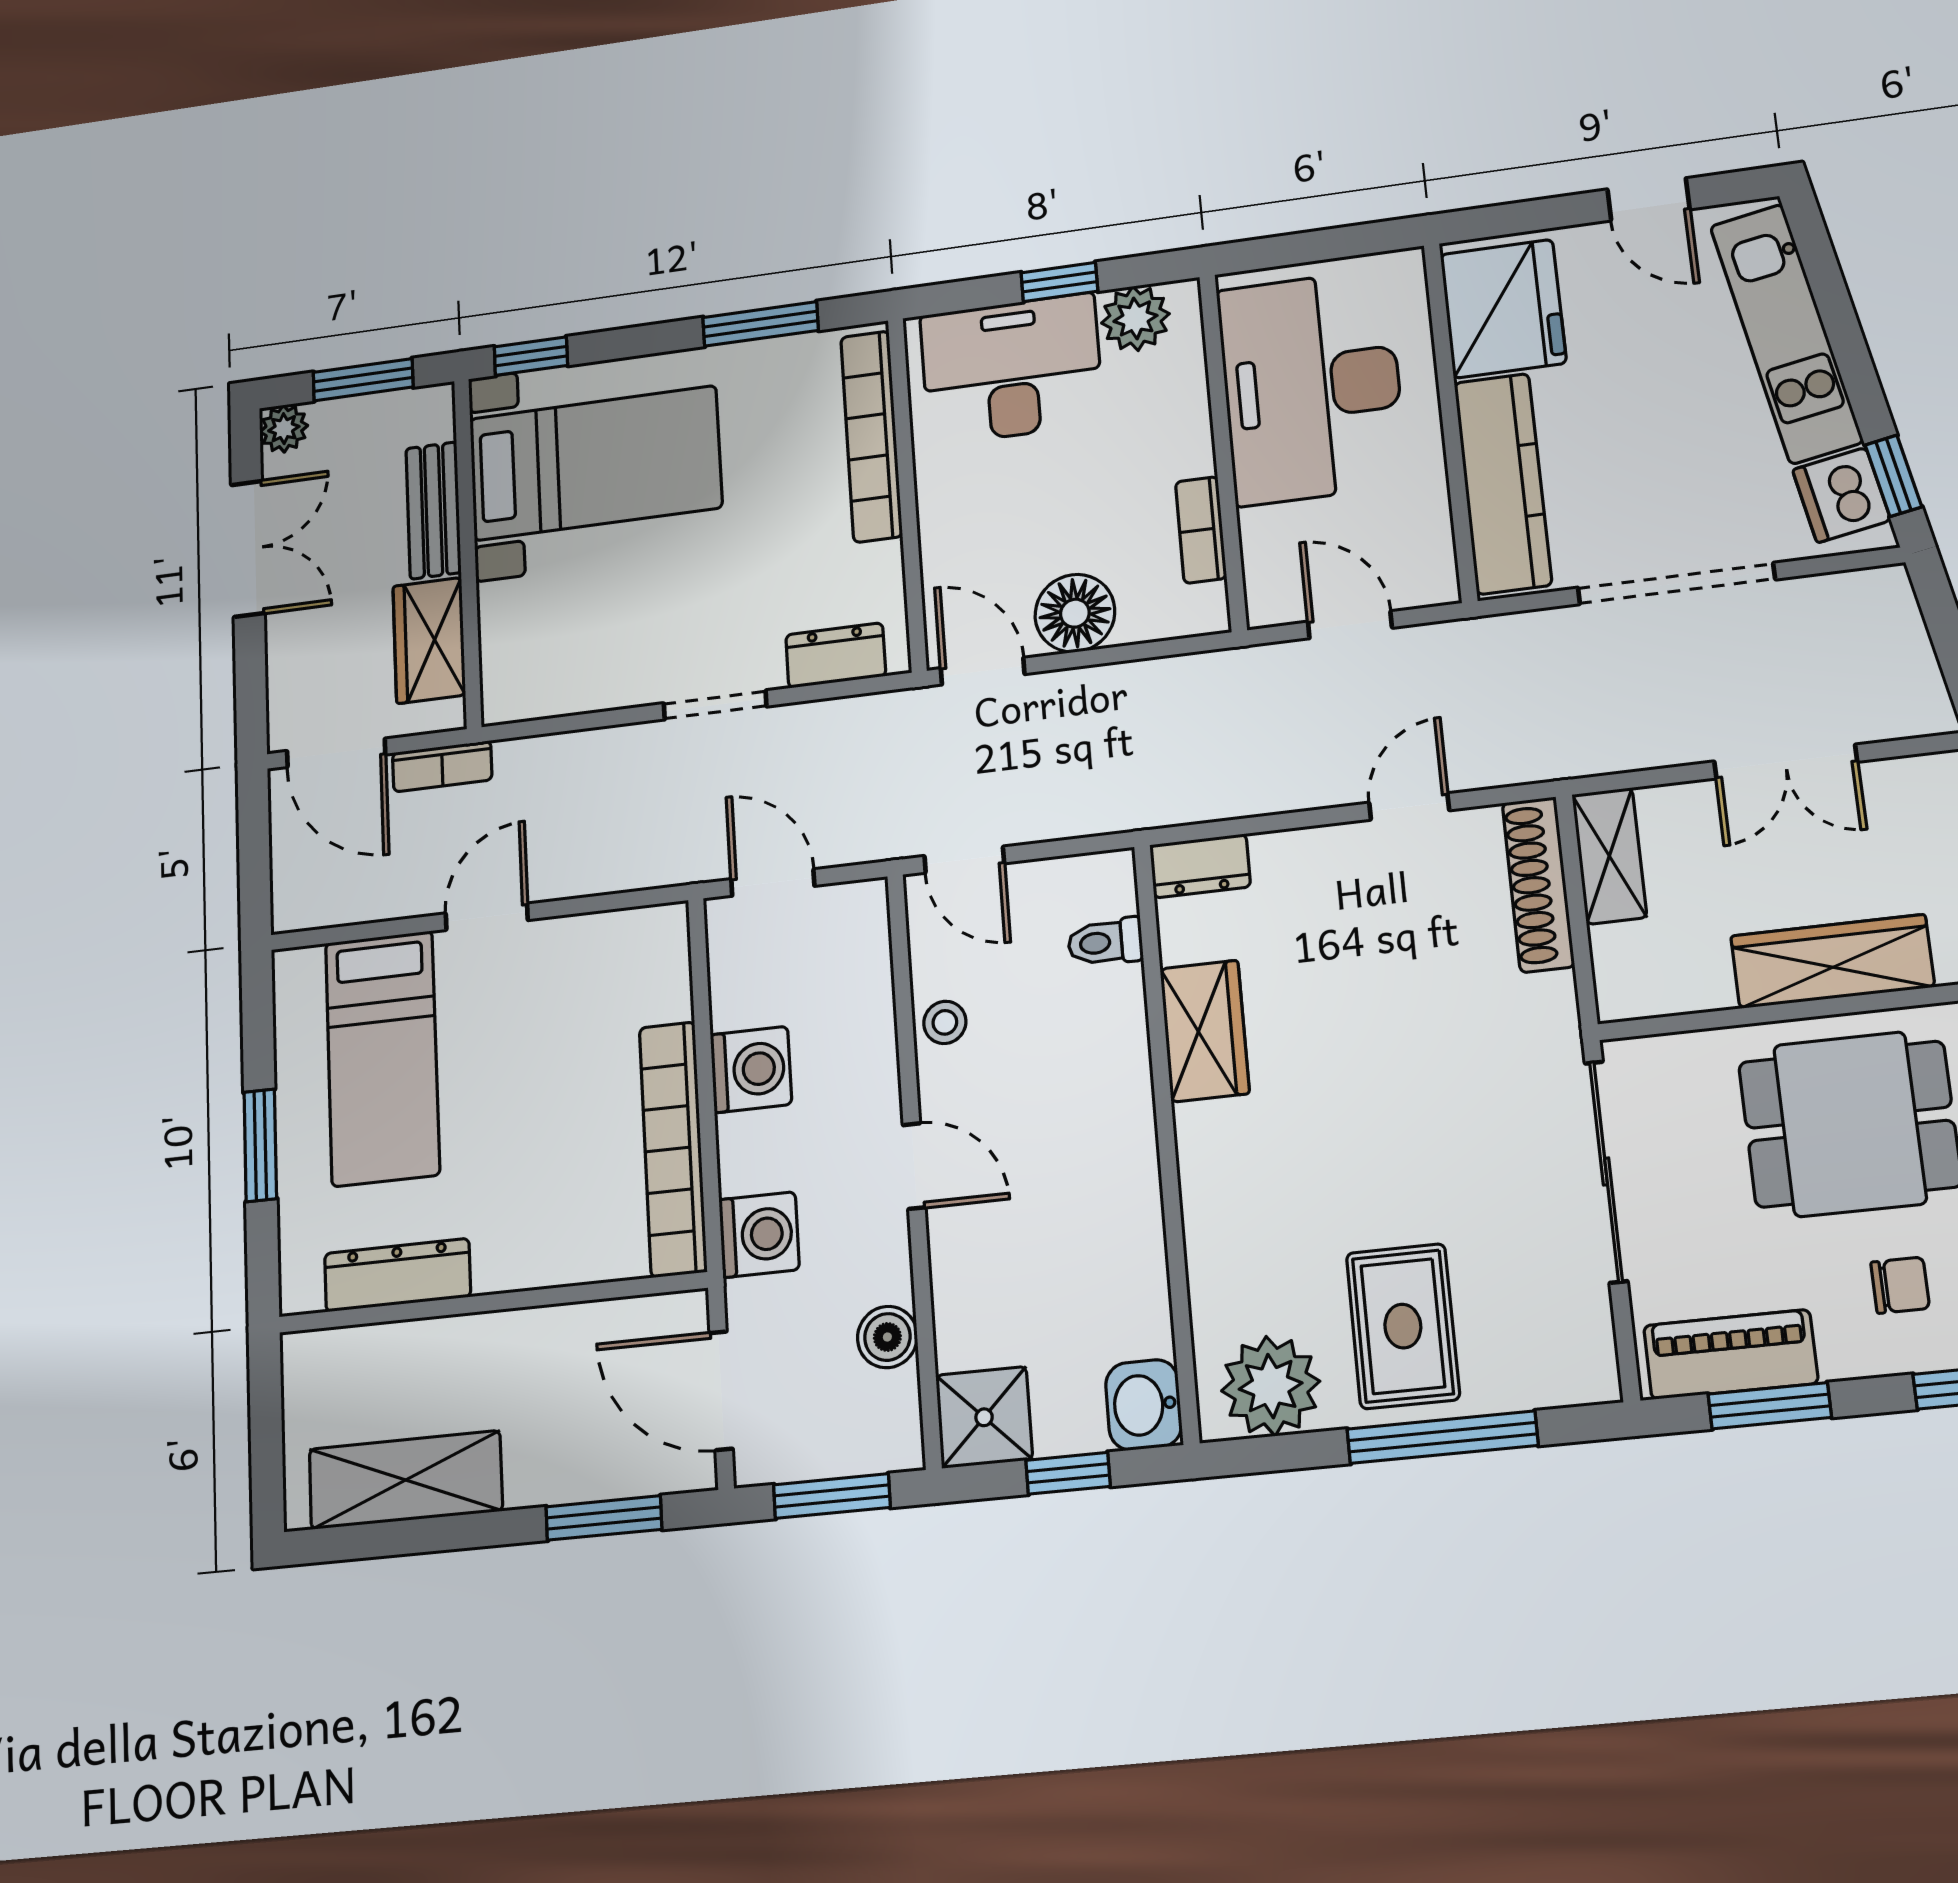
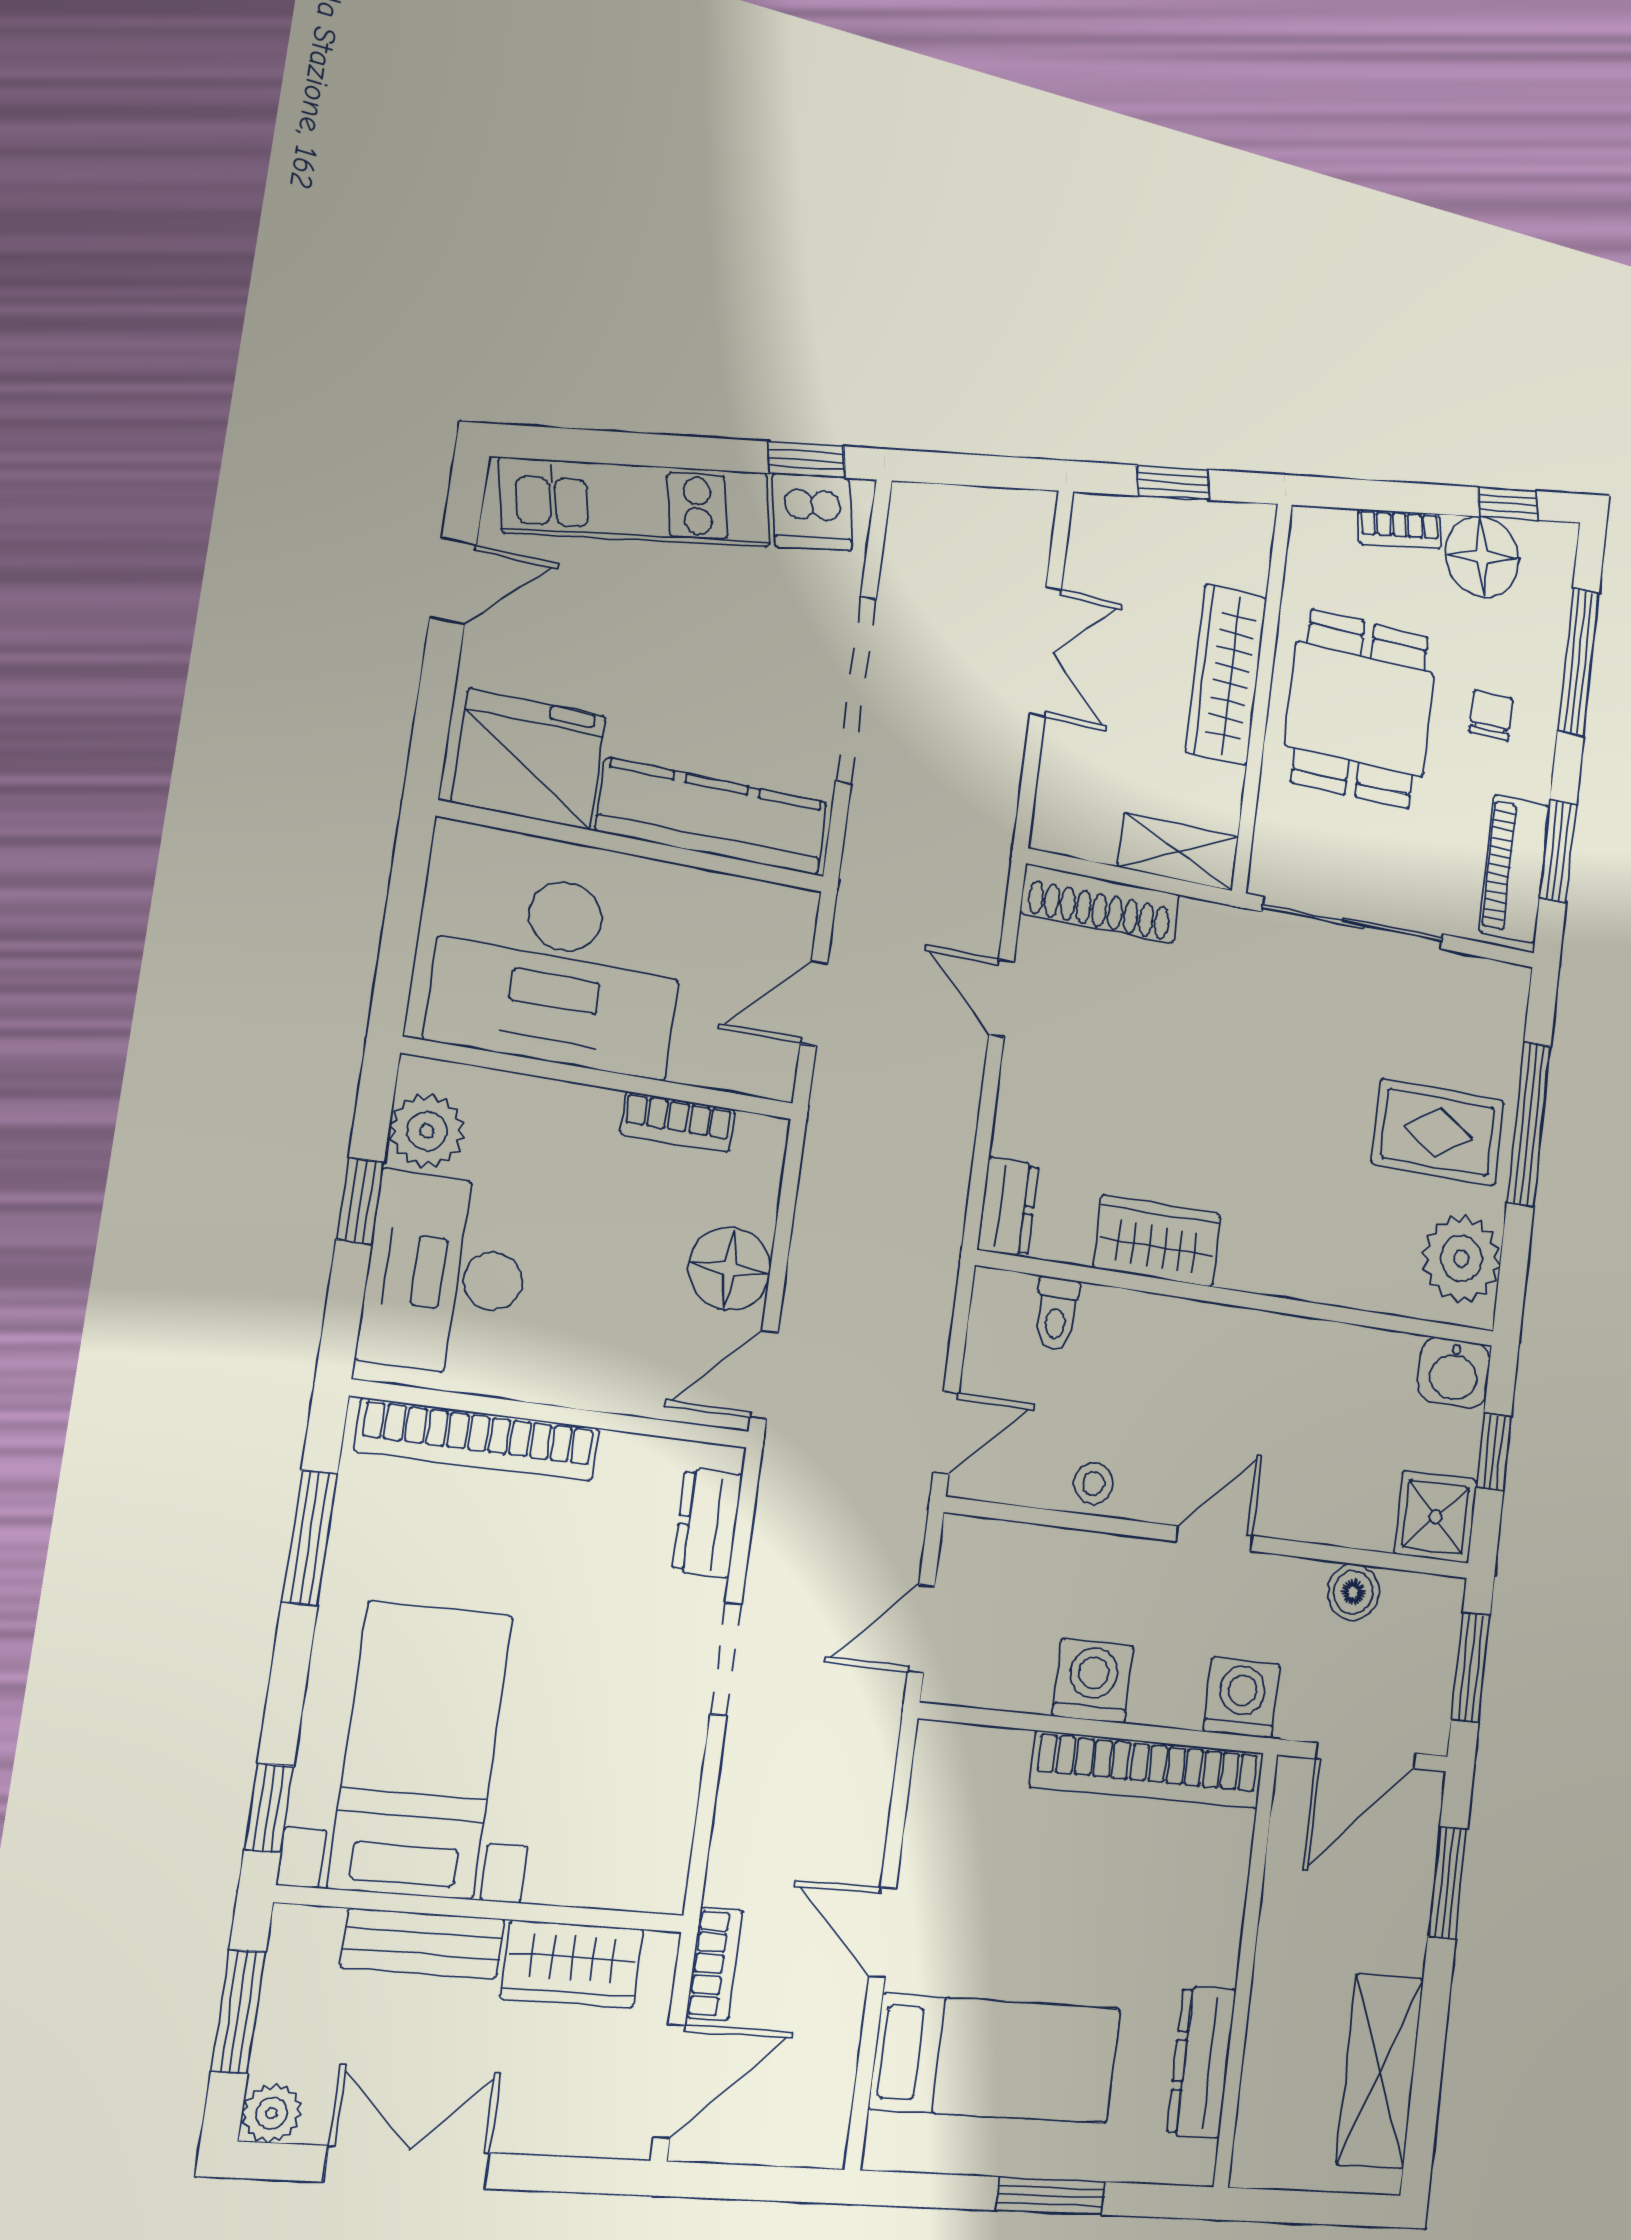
shelving: (1609, 856) -> (1178, 852), moved

